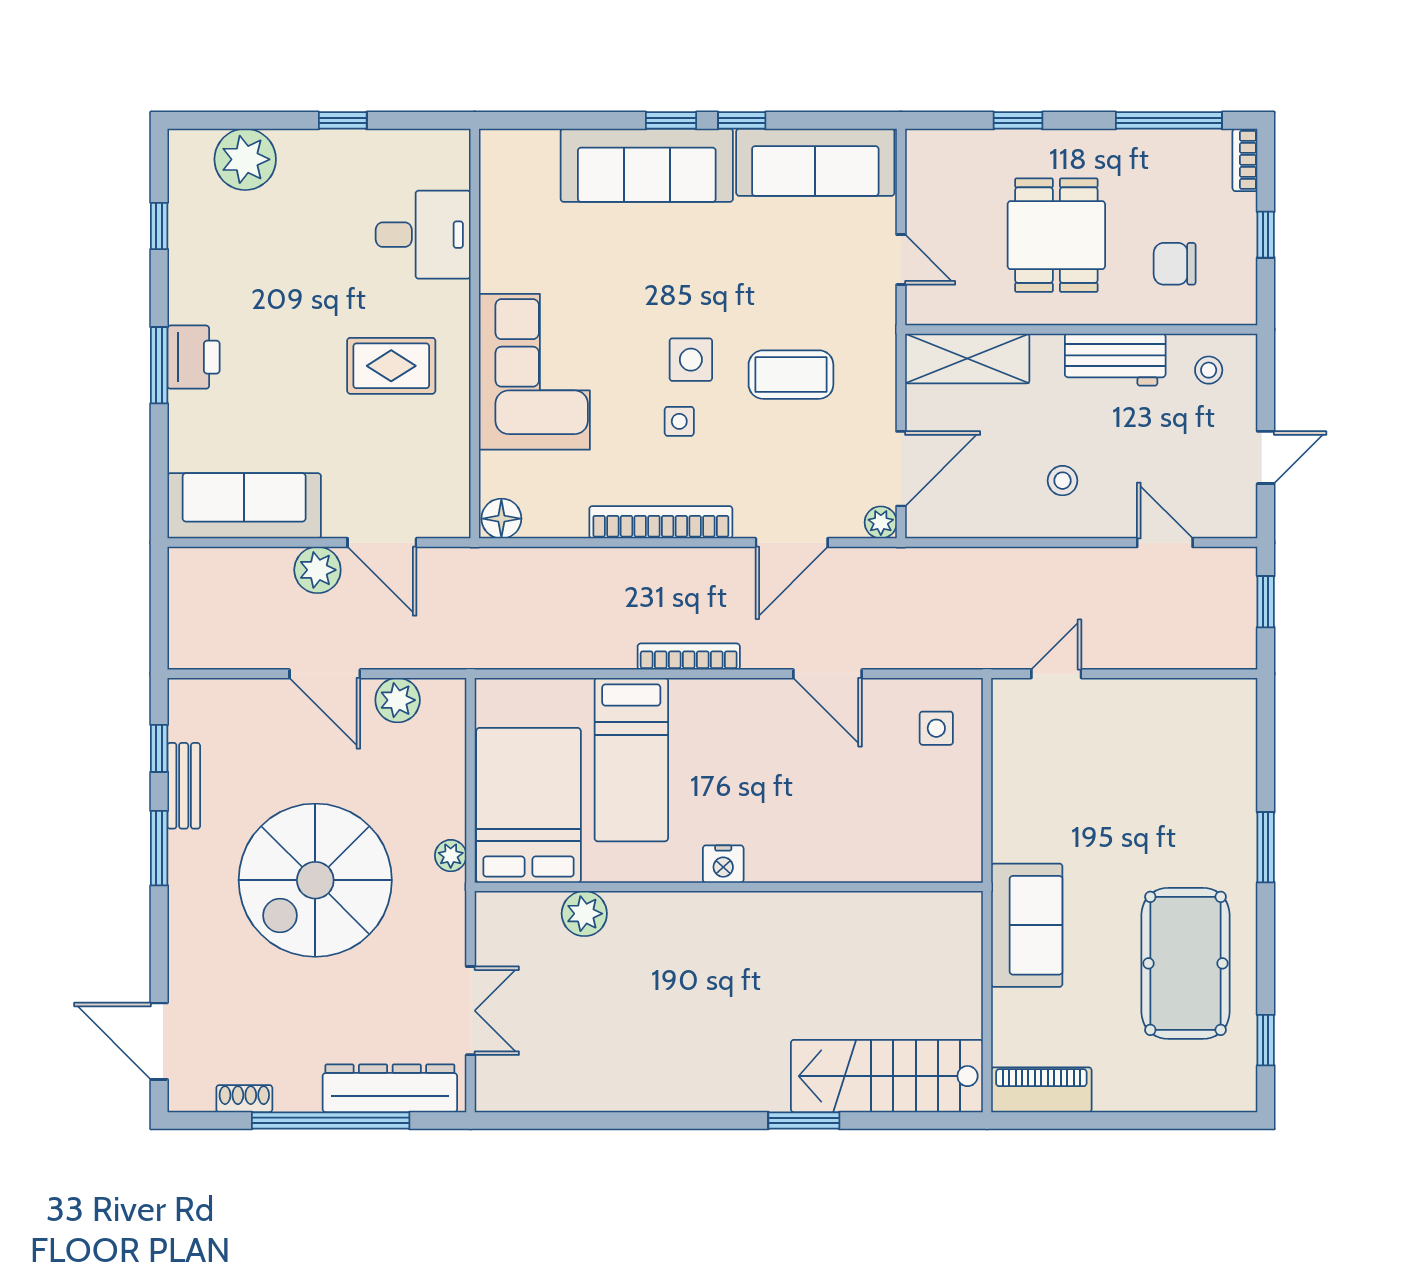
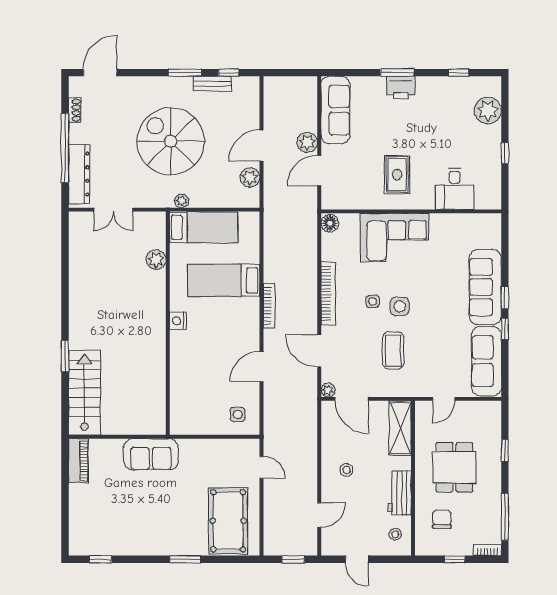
dining table: (1056, 235) -> (454, 467), turned 90
bed: (529, 805) -> (204, 227), width x0.67
pool table: (1185, 963) -> (228, 521), moved, turned 90

